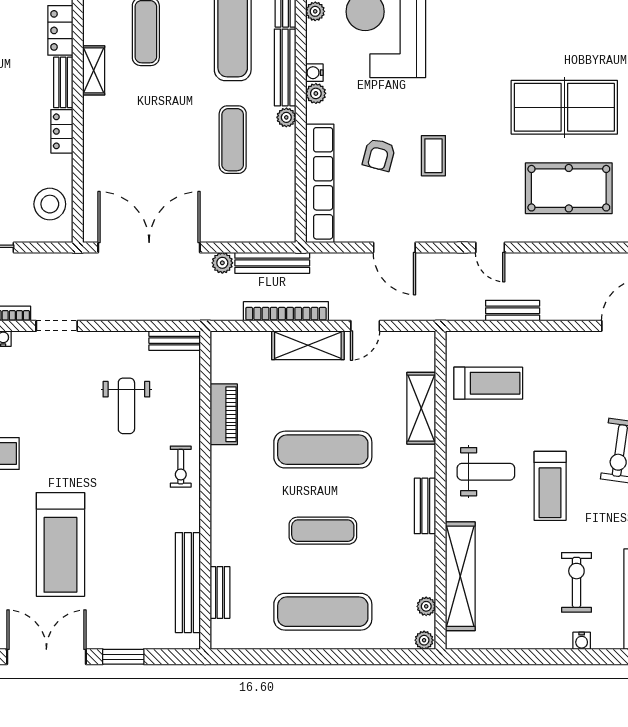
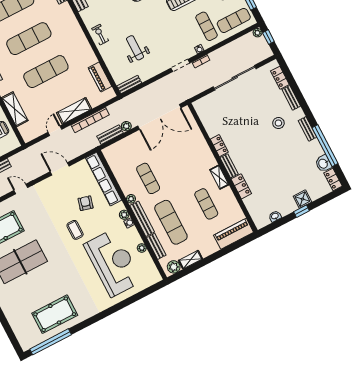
coffee table: (433, 156) -> (75, 230), moved
stool: (50, 204) -> (209, 114), removed
bench: (272, 263) -> (110, 135), width x0.73
piano: (224, 414) -> (100, 77), moved
exercise mat: (323, 531) -> (29, 39), width x1.36, depth x1.45

